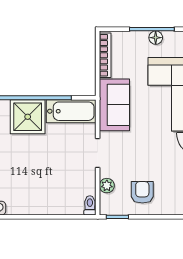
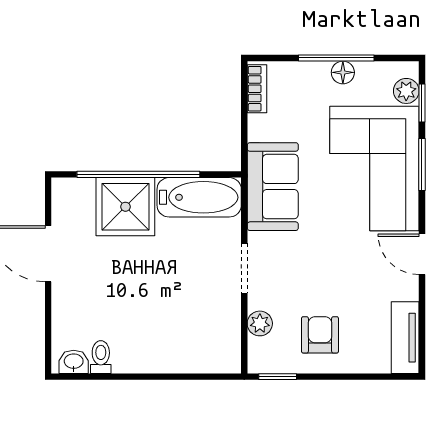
bookcase: (105, 55) -> (257, 89), width x0.64
toilet: (90, 205) -> (101, 357), moved

